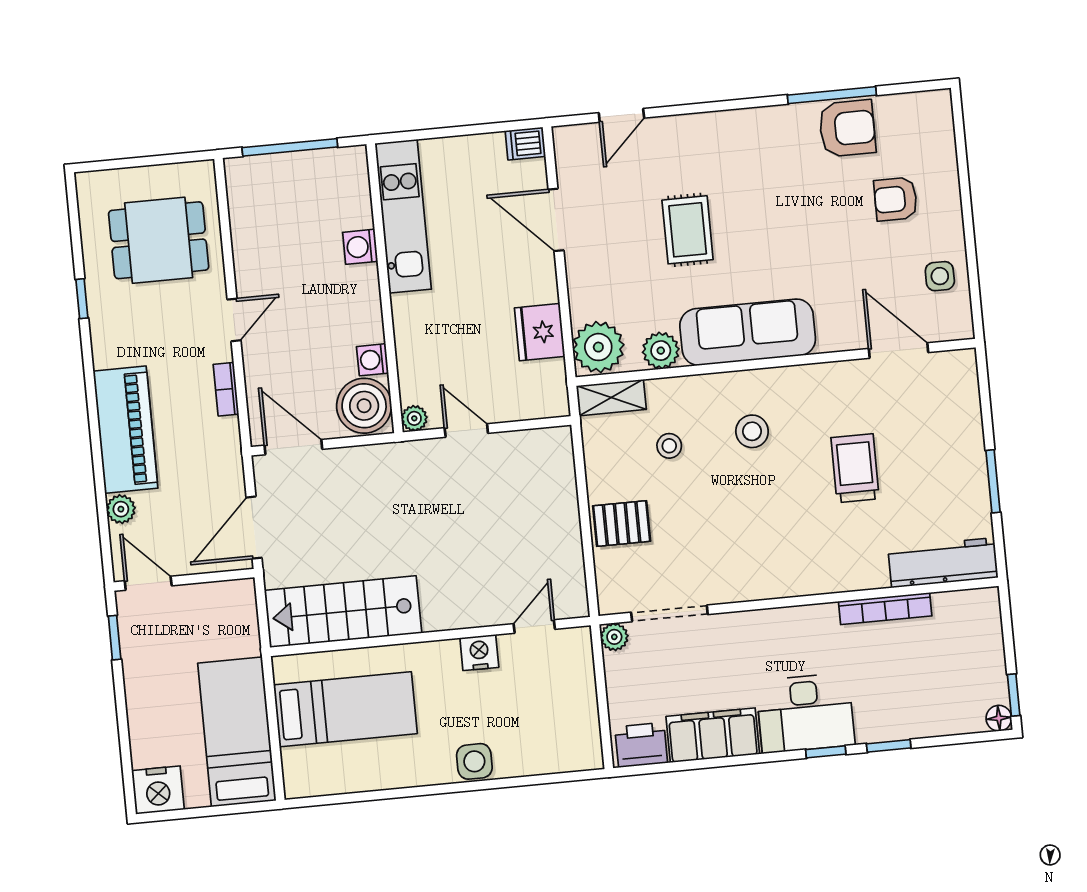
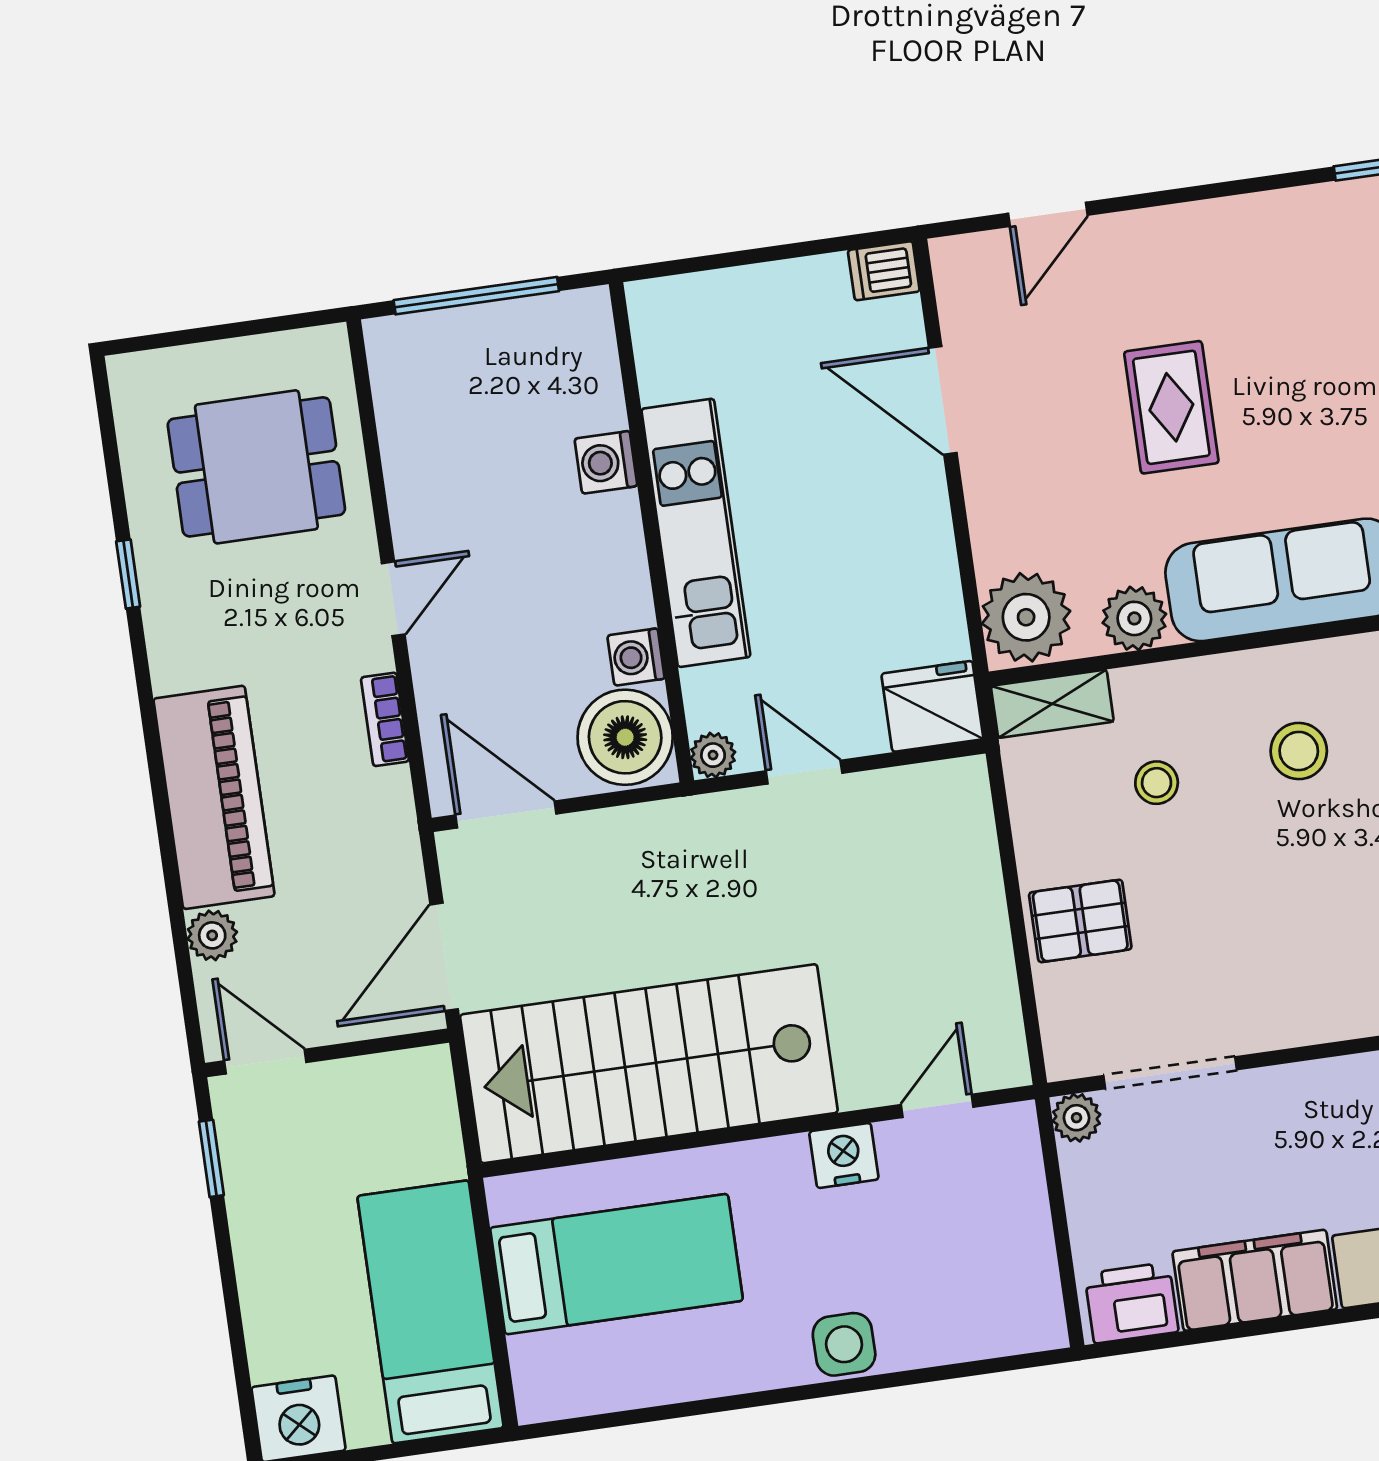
kitchen unit: (403, 216) -> (696, 533), moved
fridge: (540, 332) -> (932, 706), moved, turned 90
stairs: (343, 612) -> (649, 1064), width x1.36, depth x1.51

